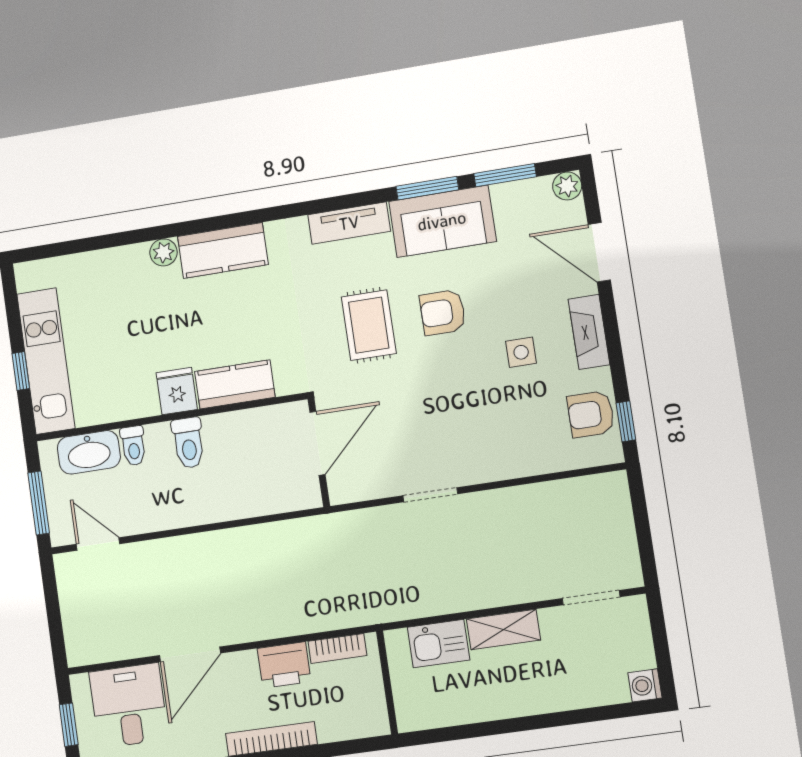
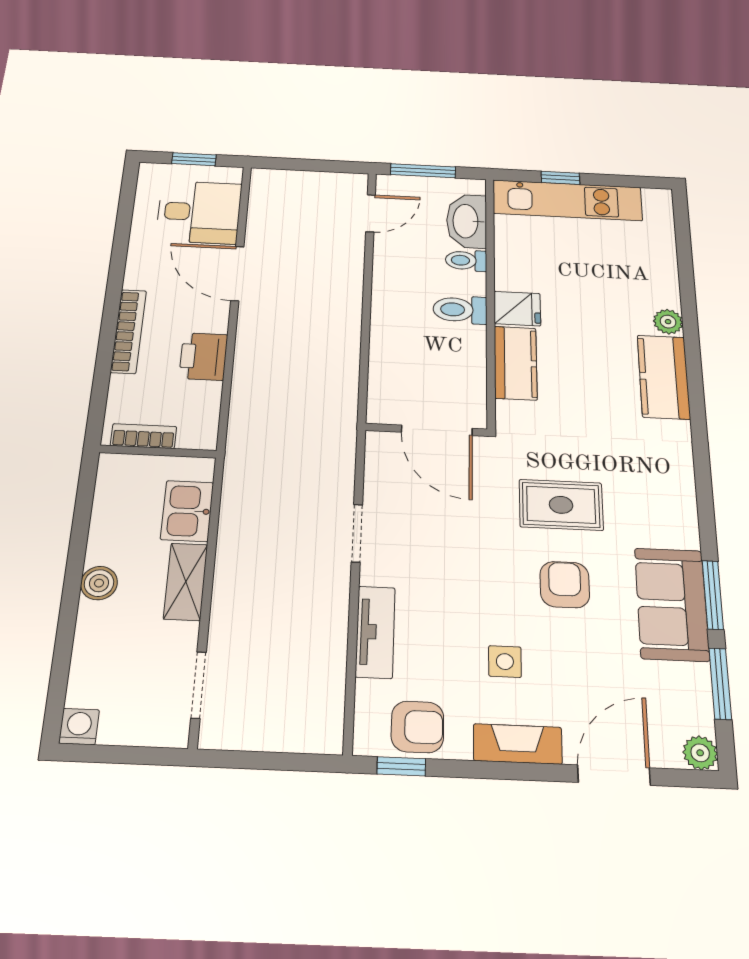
tv unit: (349, 223) -> (375, 632), moved, turned 180
armchair: (591, 414) -> (417, 727), turned 90
bookcase: (337, 648) -> (144, 436), moved, turned 90
boiler: (519, 702) -> (99, 583), added

